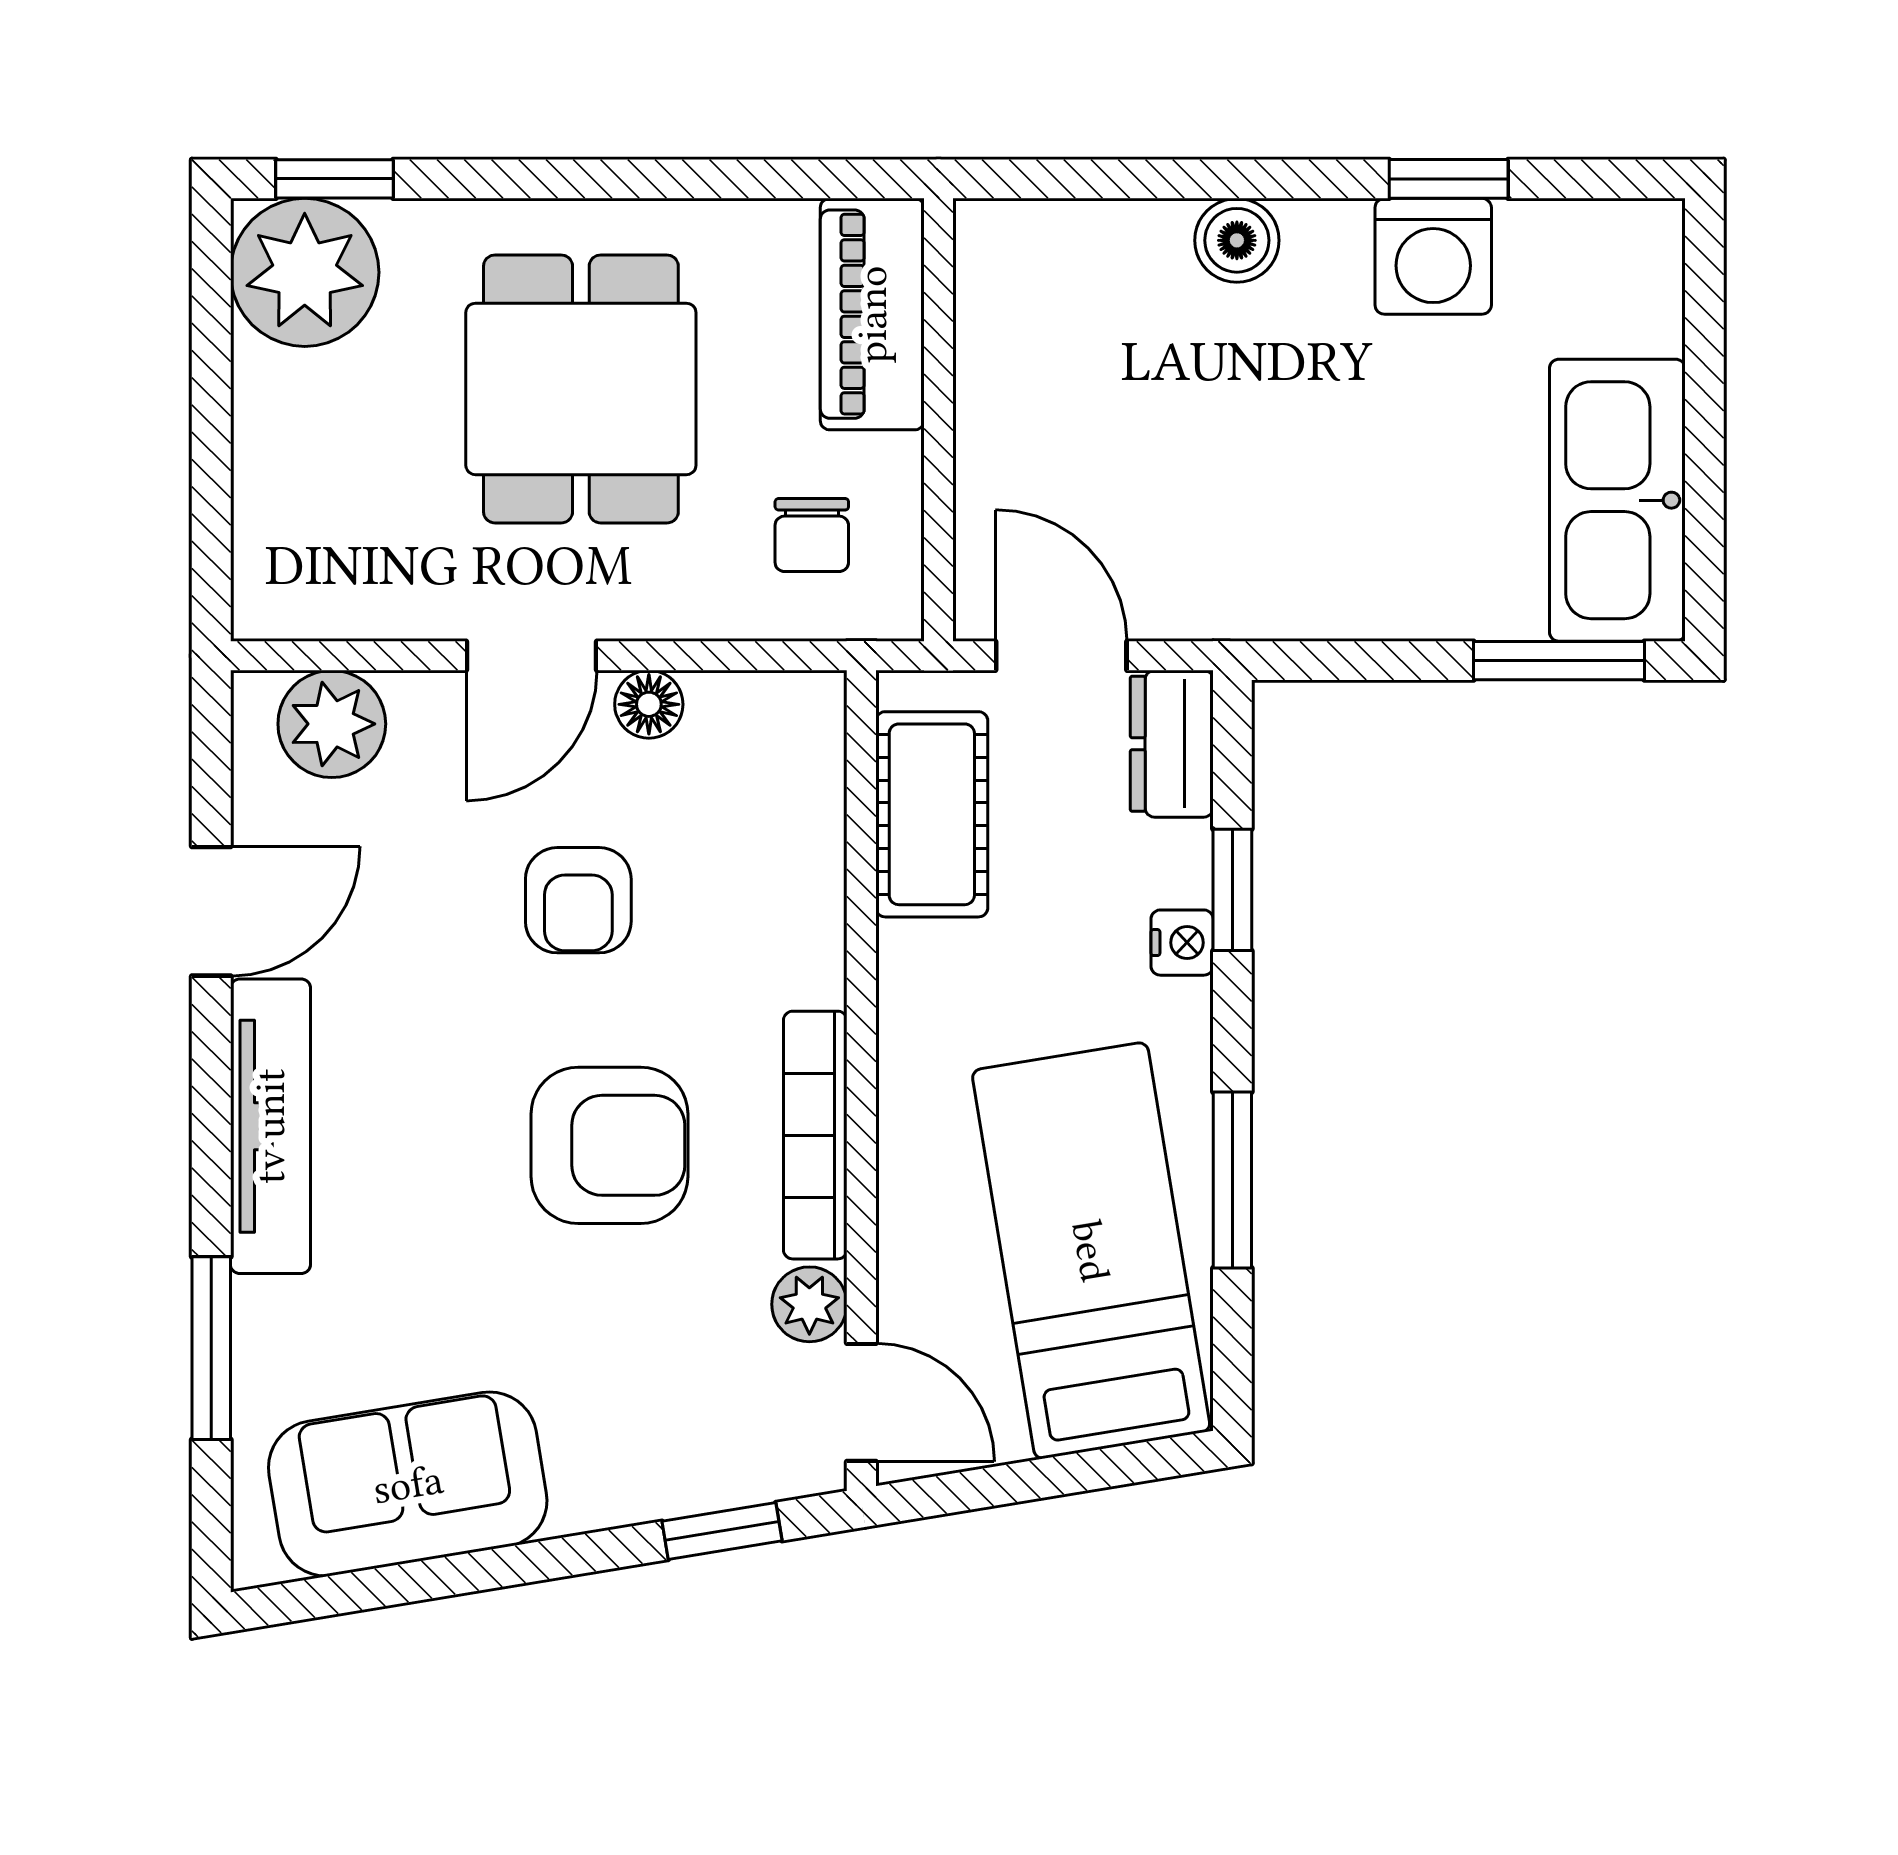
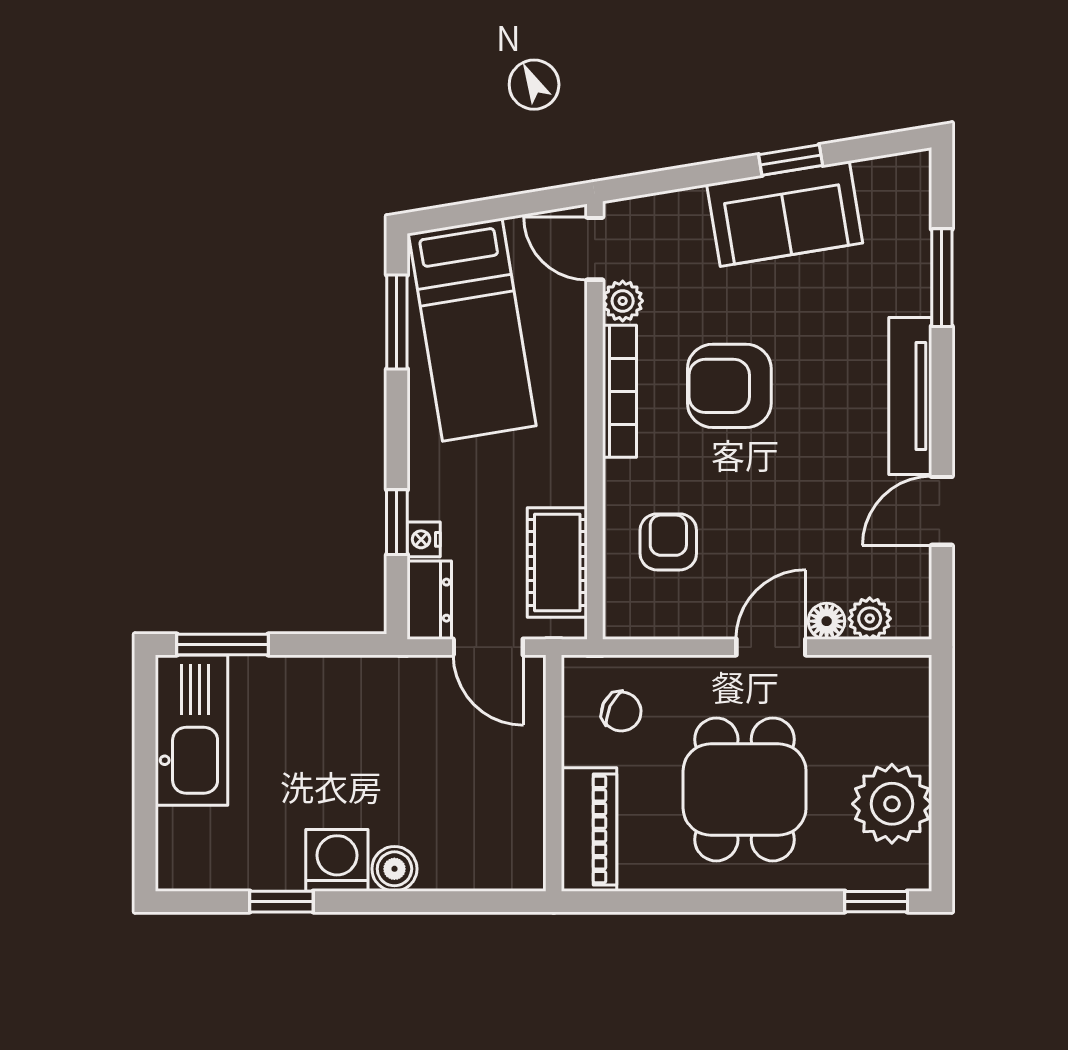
washing machine: (1433, 256) -> (337, 860), moved
plant: (305, 272) -> (892, 804), moved
chair: (812, 535) -> (621, 712), turned 115
floor lamp: (649, 704) -> (827, 621), moved
plant: (332, 724) -> (870, 619), width x0.73, depth x0.73
armchair: (578, 900) -> (668, 542), moved
nightstand: (1182, 943) -> (424, 539), moved
window: (1232, 1180) -> (397, 322), moved
sofa: (408, 1484) -> (785, 214), moved
window: (722, 1531) -> (791, 160), moved

